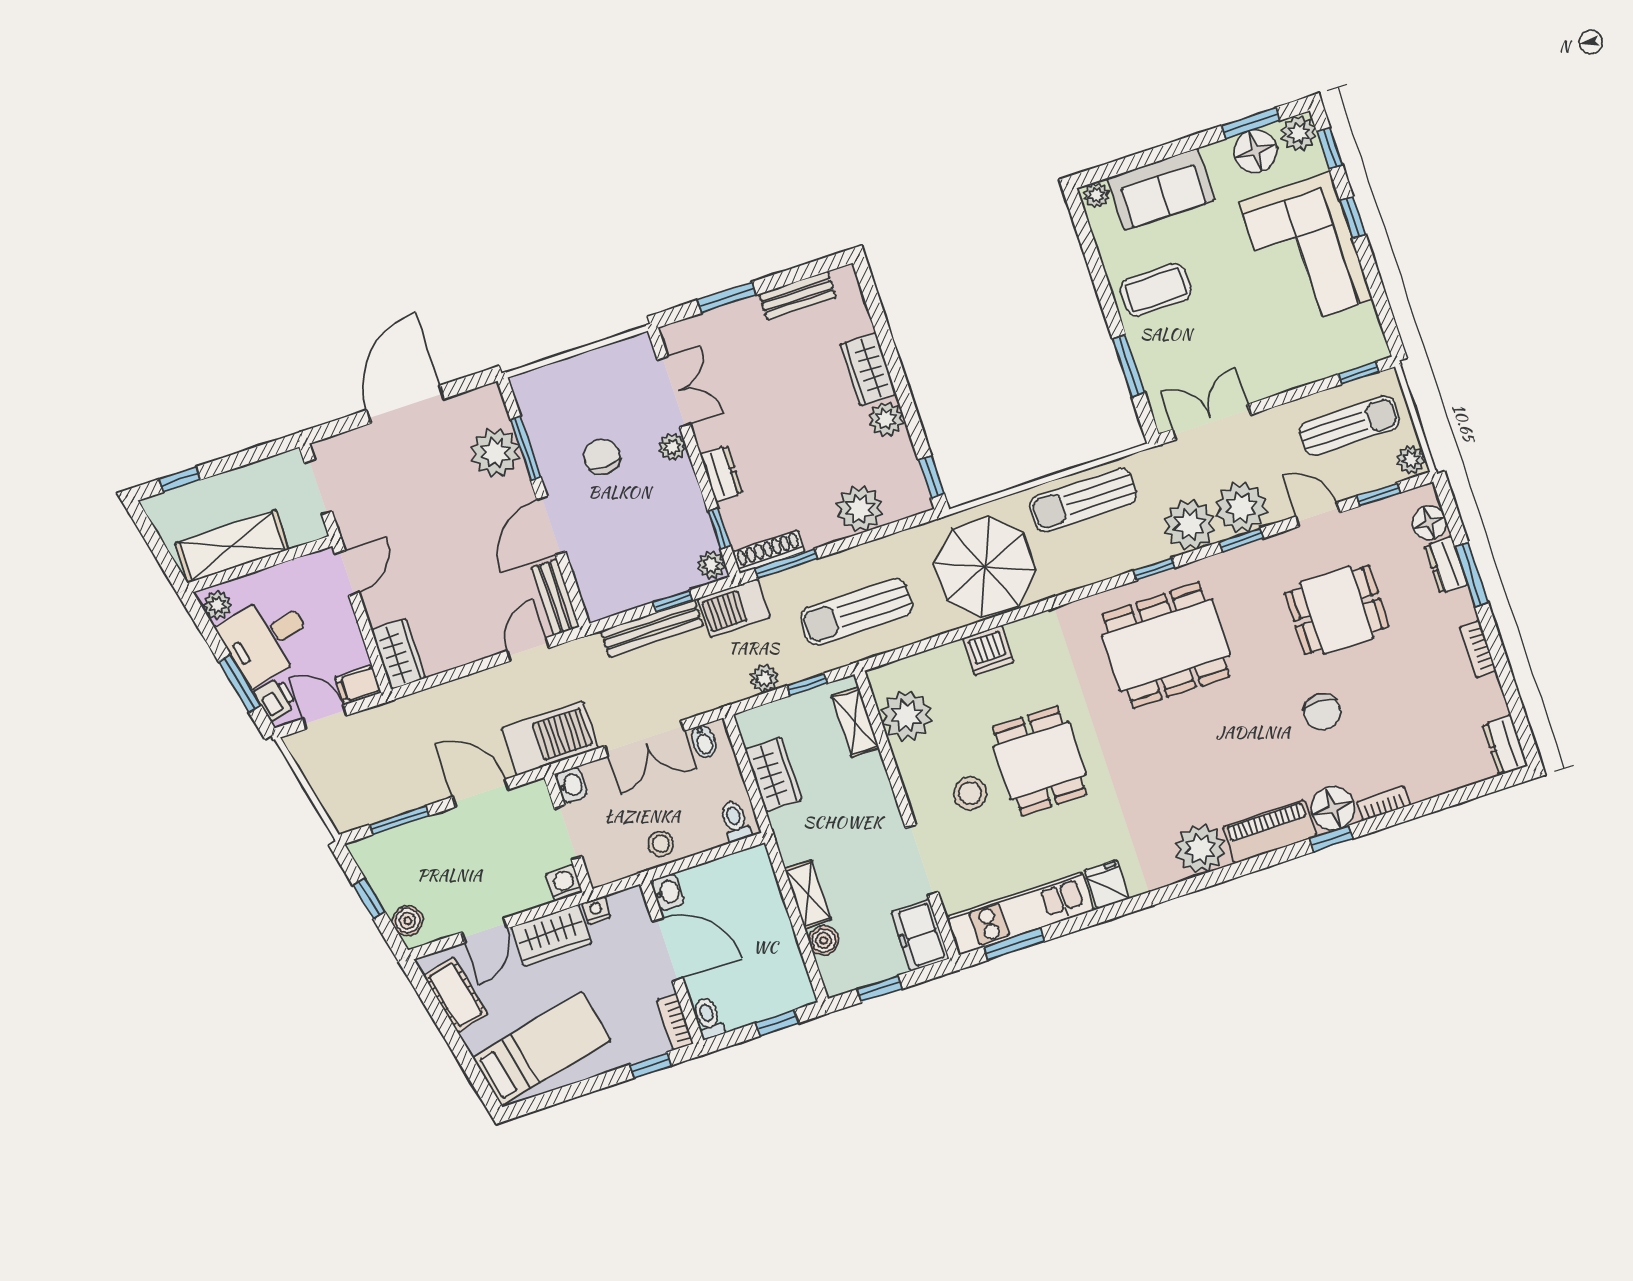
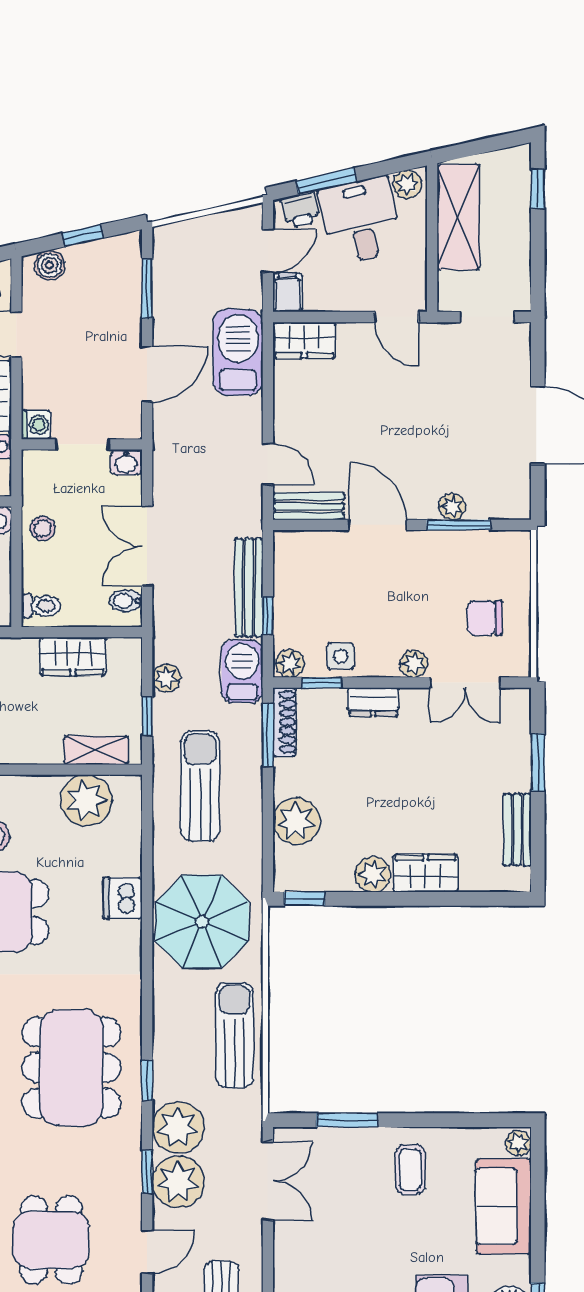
coffee table: (1156, 290) -> (410, 1170), width x0.73, depth x0.77
plant: (495, 453) -> (452, 507), width x0.53, depth x0.53
chair: (602, 457) -> (485, 618), moved, turned 180
side table: (688, 519) -> (340, 656), added
barbecue: (550, 738) -> (238, 352), moved, turned 180

